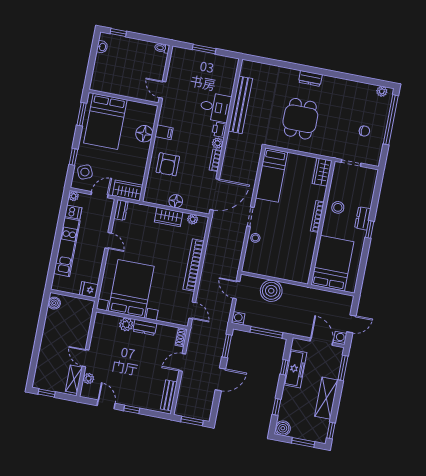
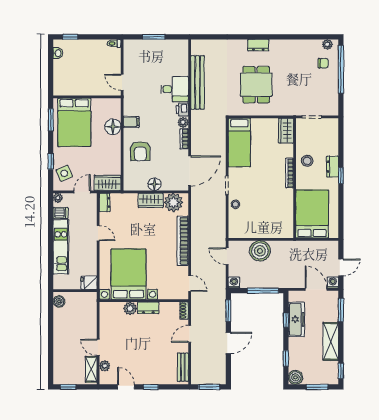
chair: (364, 131) -> (323, 63), moved
plant: (193, 219) -> (173, 202), width x1.88, depth x1.88

